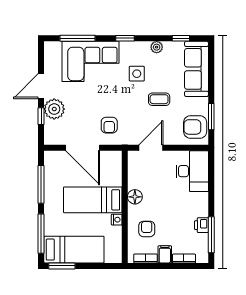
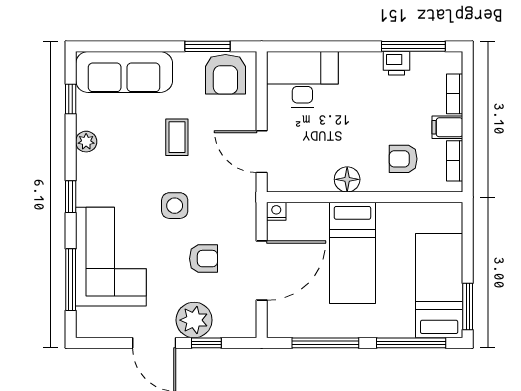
side table: (137, 74) -> (175, 206), moved
armchair: (109, 125) -> (204, 259), moved
nightstand: (117, 220) -> (276, 211), moved

